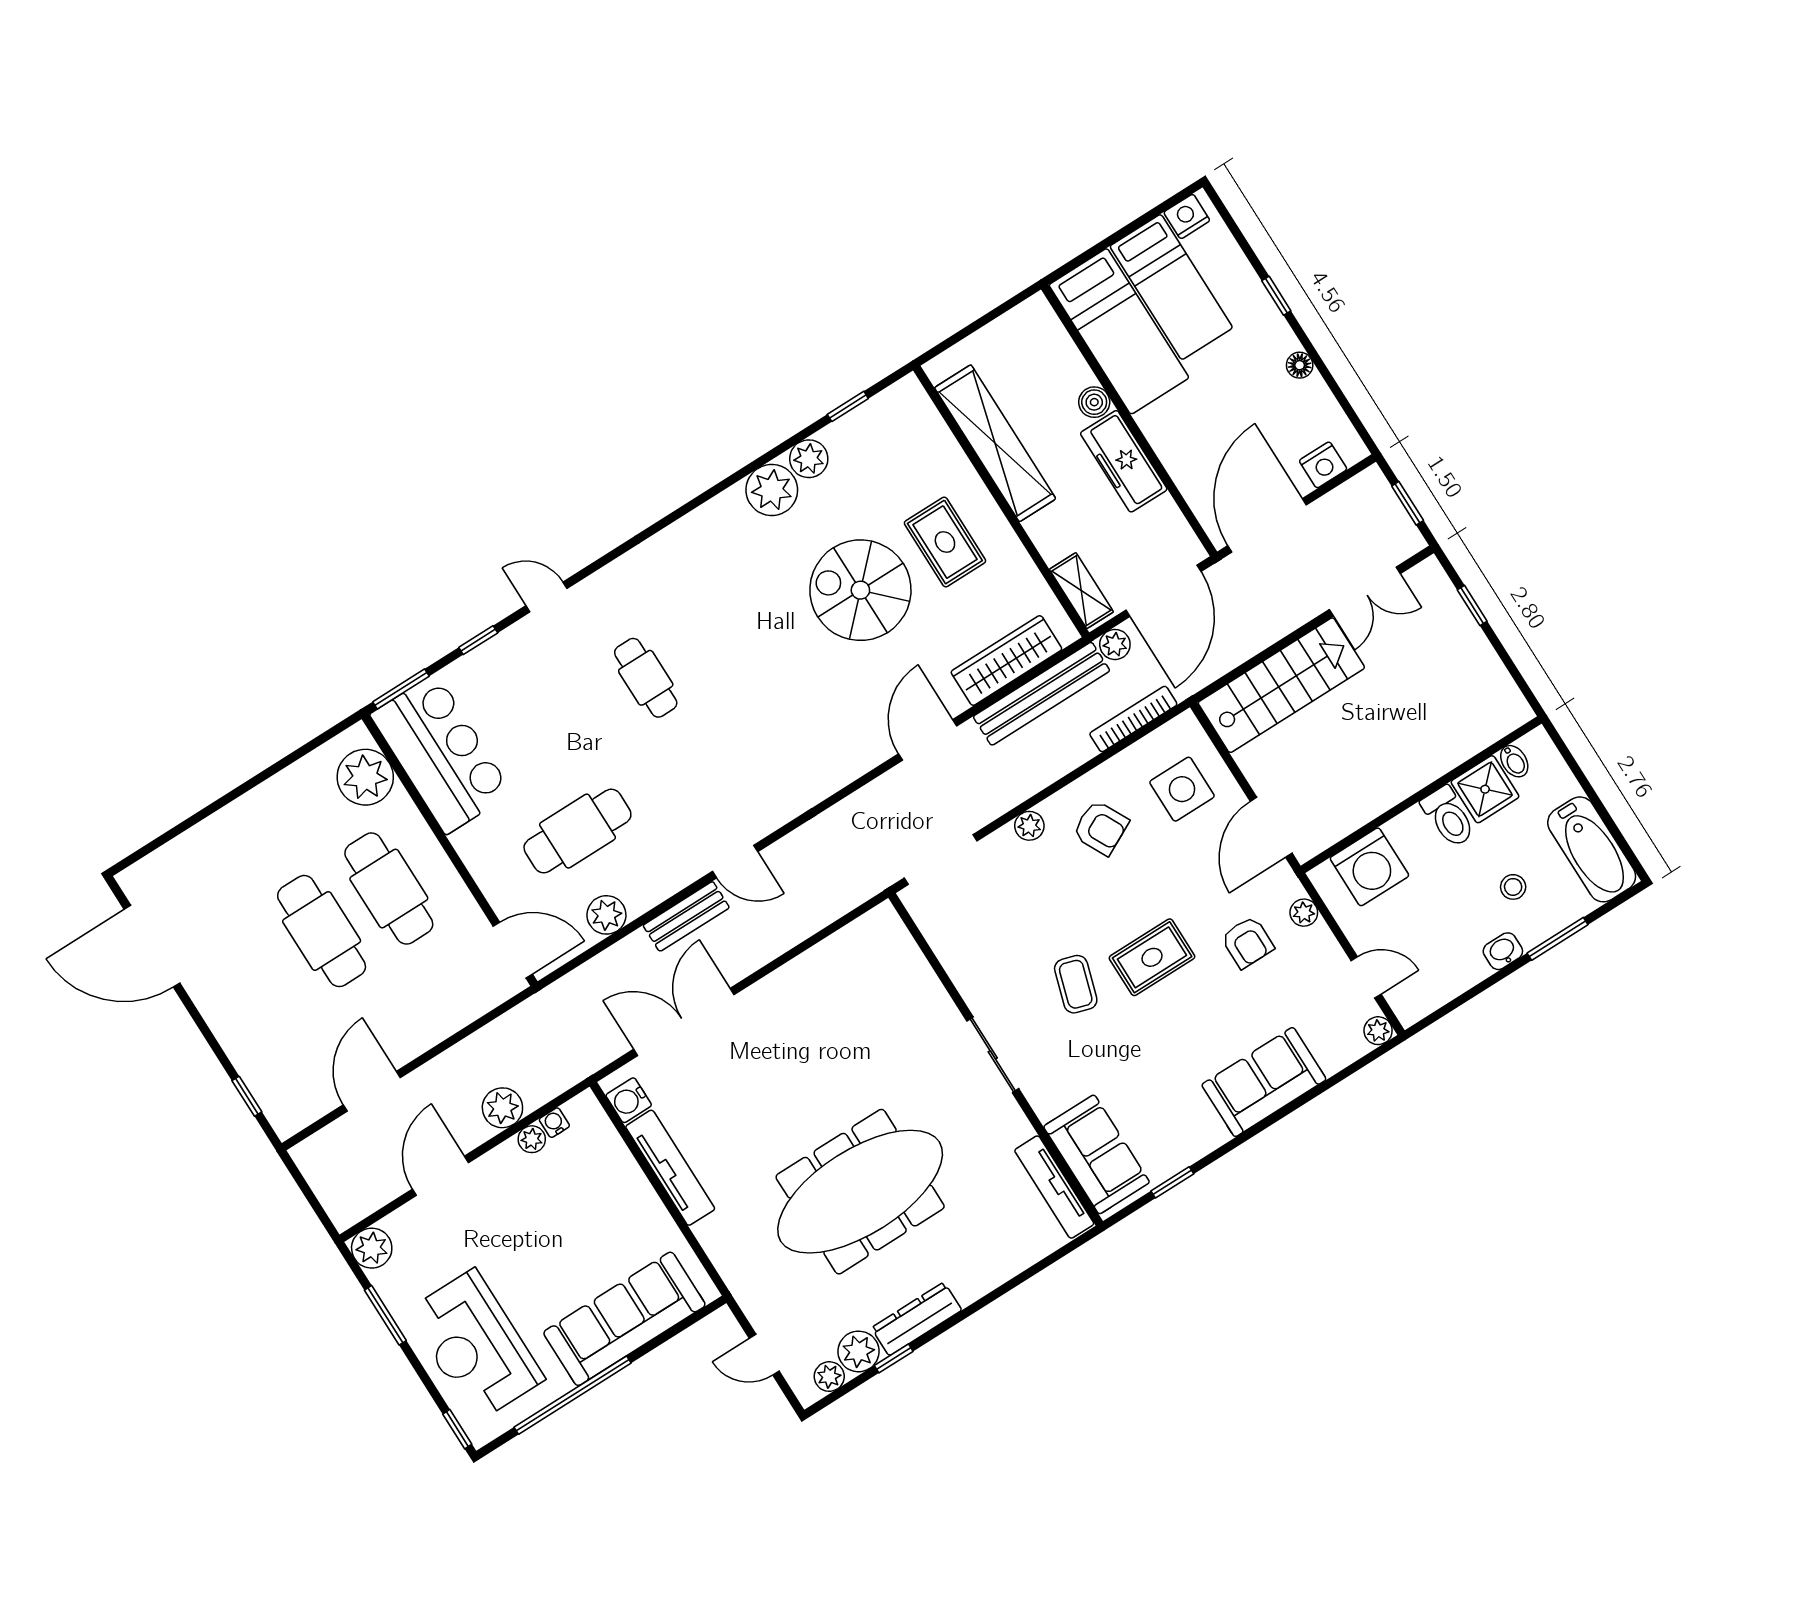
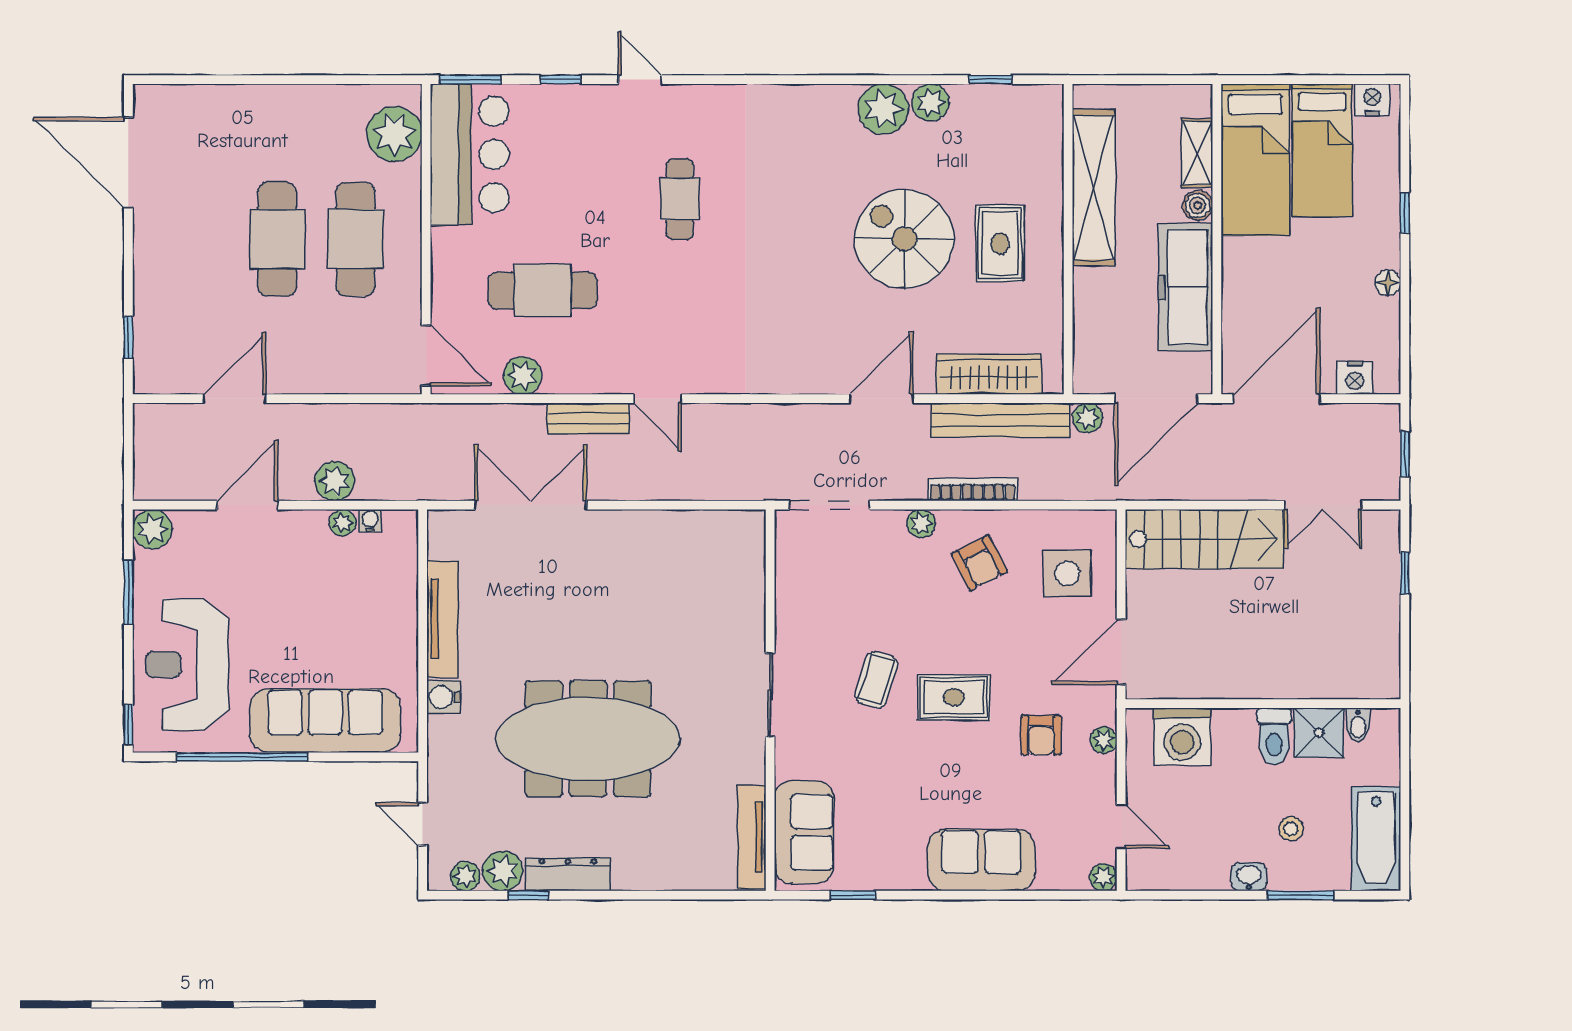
freezer: (1124, 461) -> (1185, 287), width x1.36, depth x1.26
shelving: (1081, 591) -> (1197, 153), moved
bookcase: (1133, 719) -> (972, 489), moved
water cooler: (629, 1100) -> (444, 697), moved

